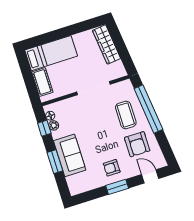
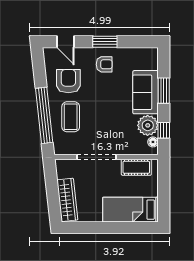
cot: (42, 82) -> (136, 167), moved, turned 90
plant: (54, 125) -> (148, 125), width x1.87, depth x1.87

